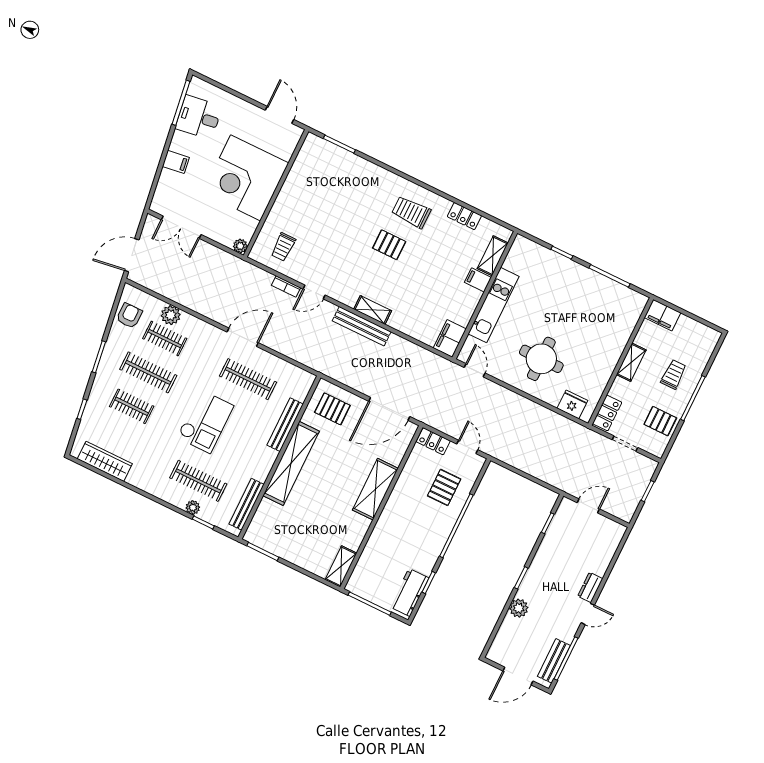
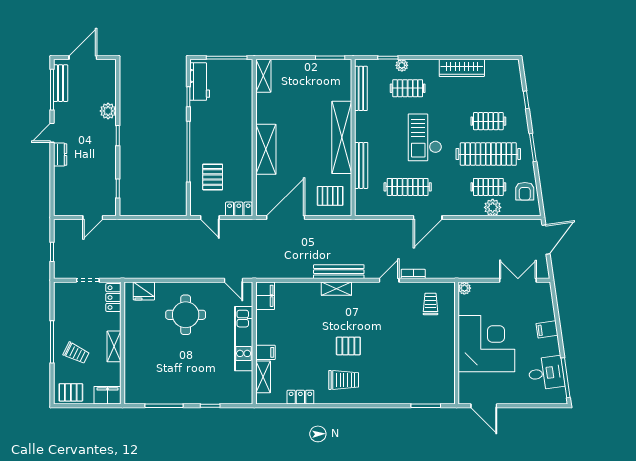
clothes rail: (148, 372) -> (488, 154), width x1.37, depth x1.31
trolley: (674, 374) -> (76, 353), turned -64
pallet: (660, 421) -> (71, 392), moved
wardrobe: (105, 461) -> (462, 68), moved
clothes rail: (198, 481) -> (408, 88), width x0.73

